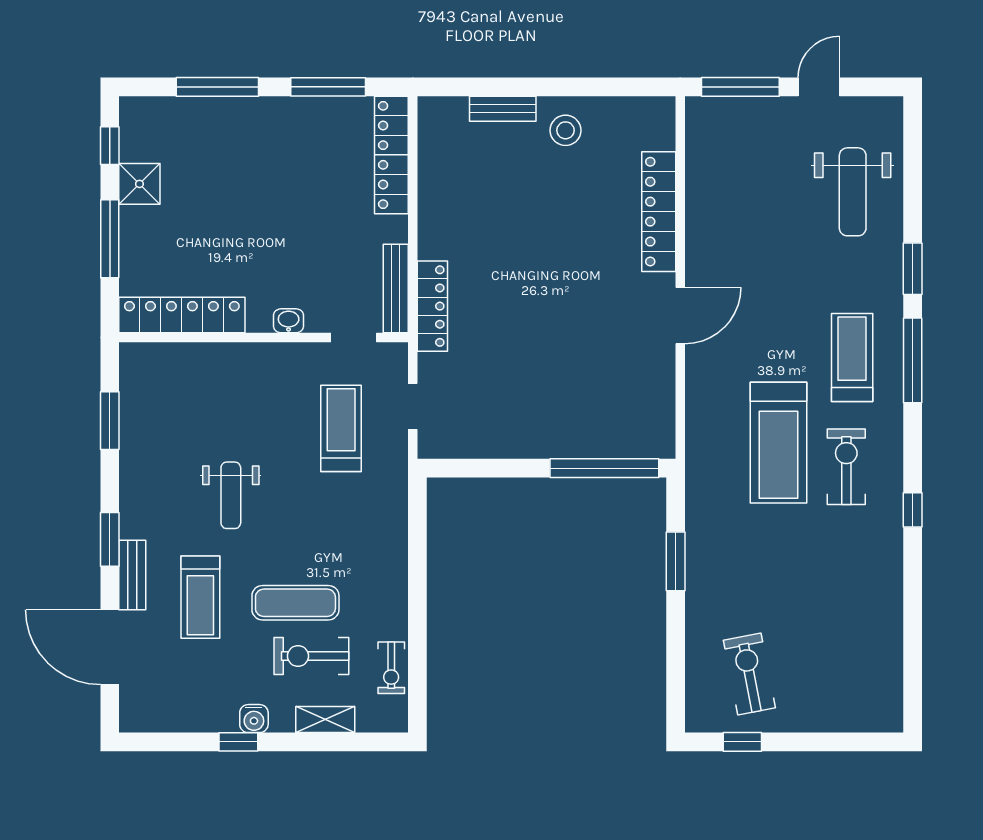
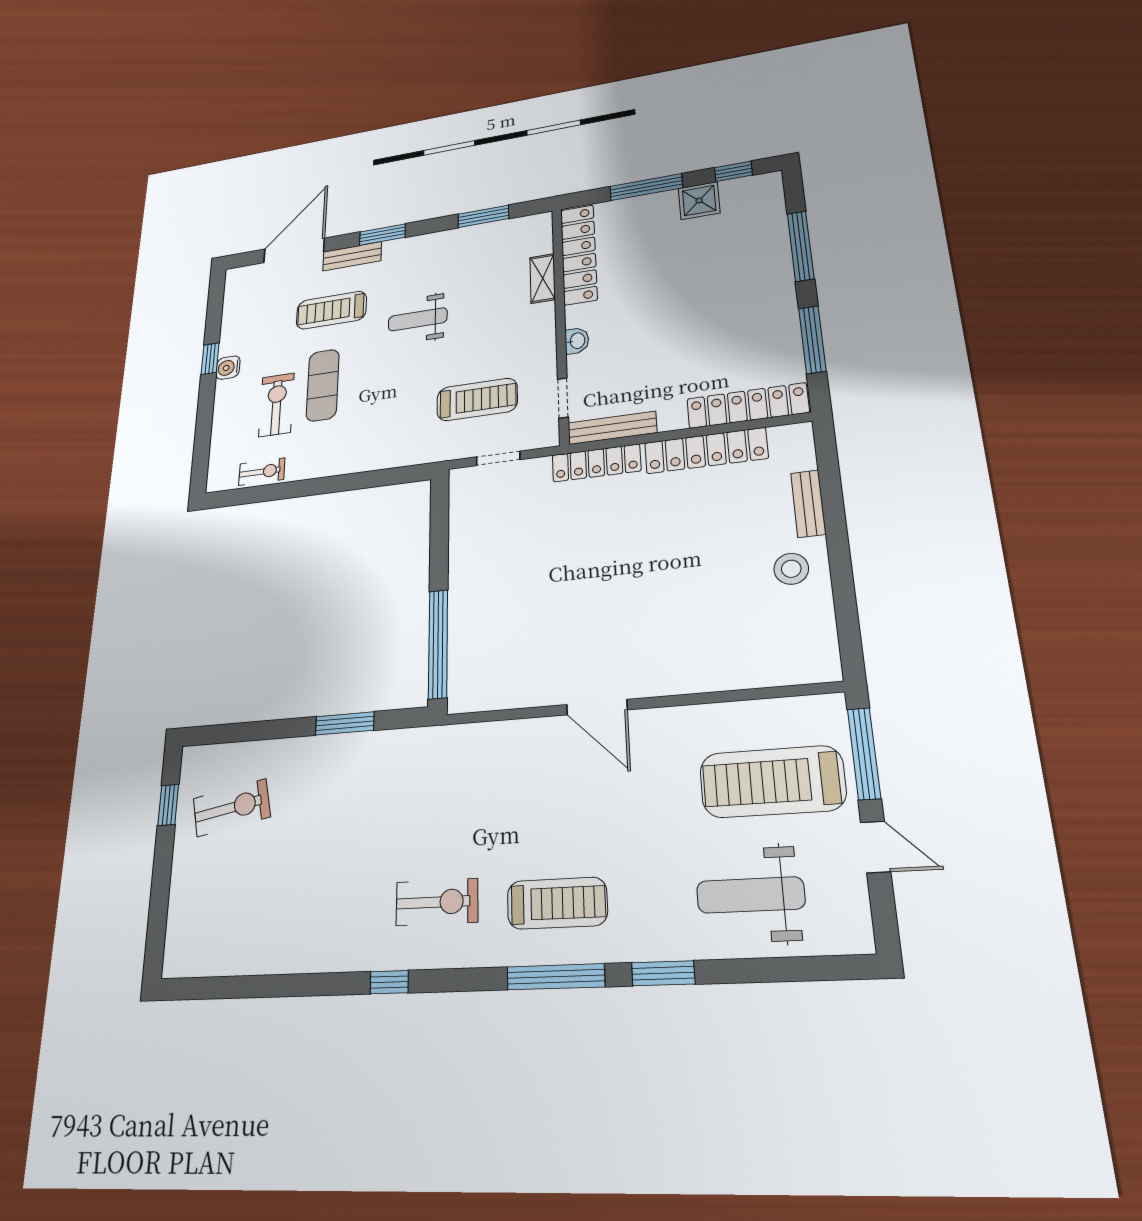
locker: (659, 212) -> (706, 451), moved, turned 180
treadmill: (778, 443) -> (772, 782), moved
exercise bike: (391, 668) -> (262, 472), turned 180
shelving: (325, 719) -> (543, 278), moved

